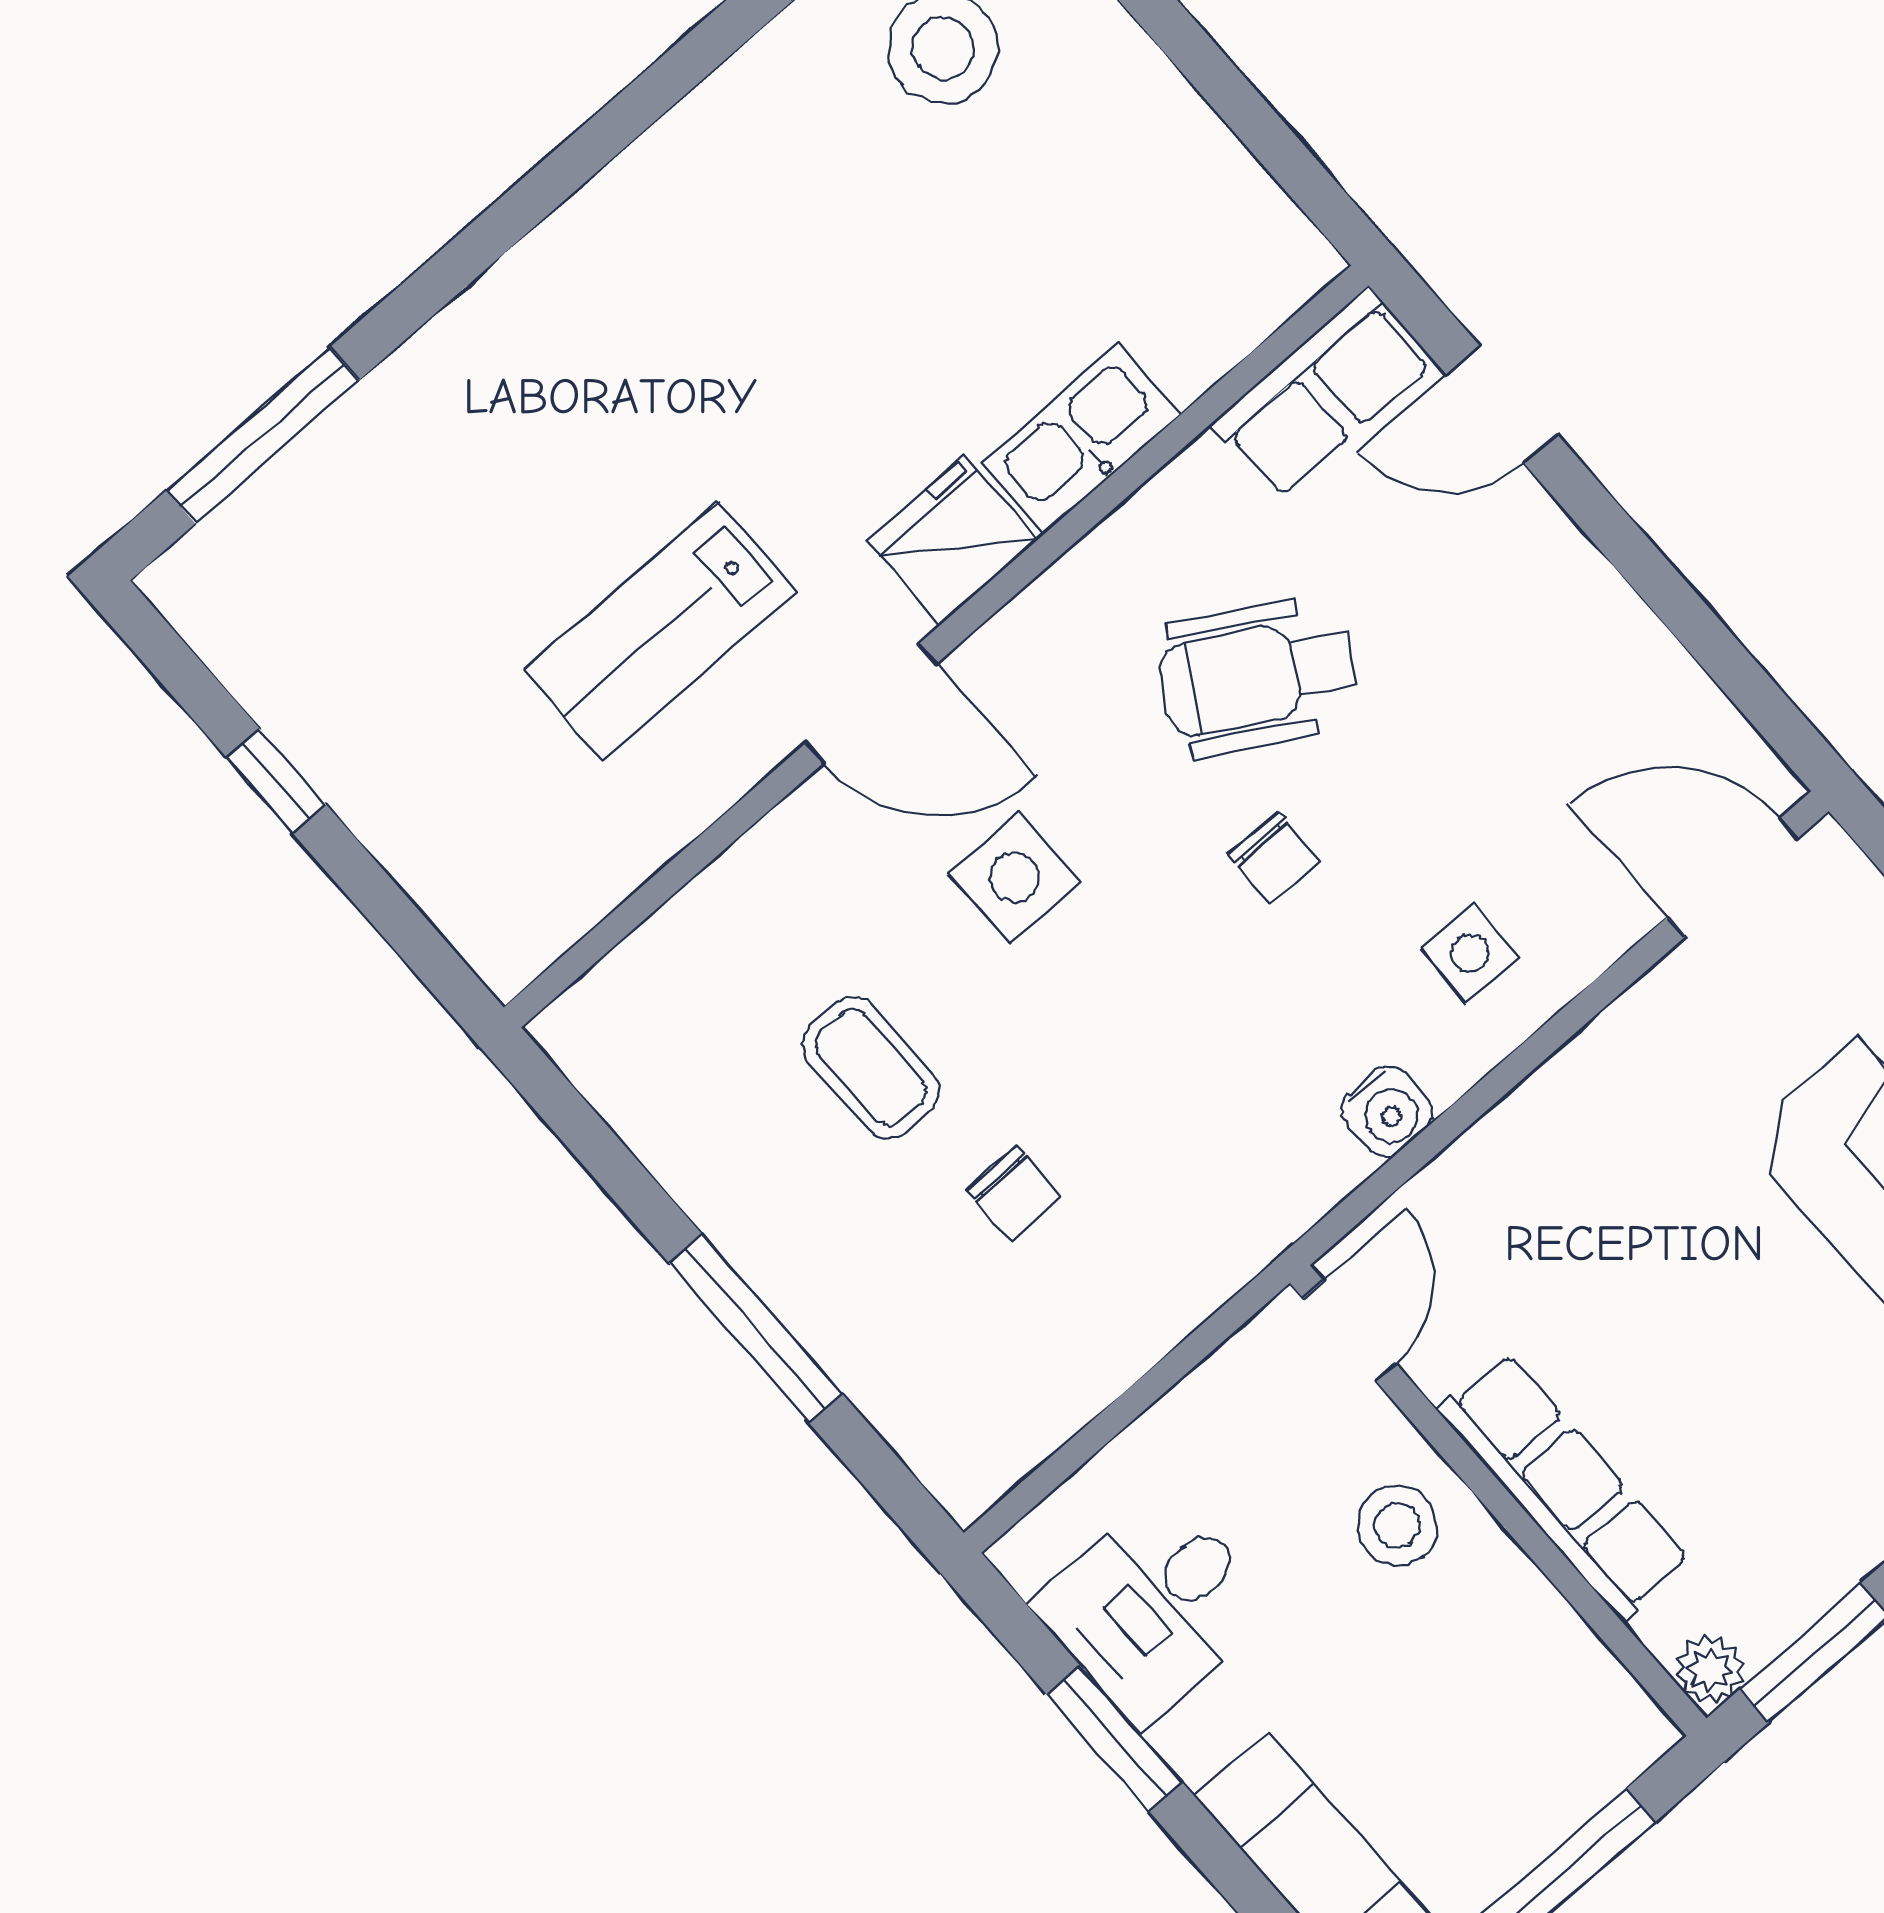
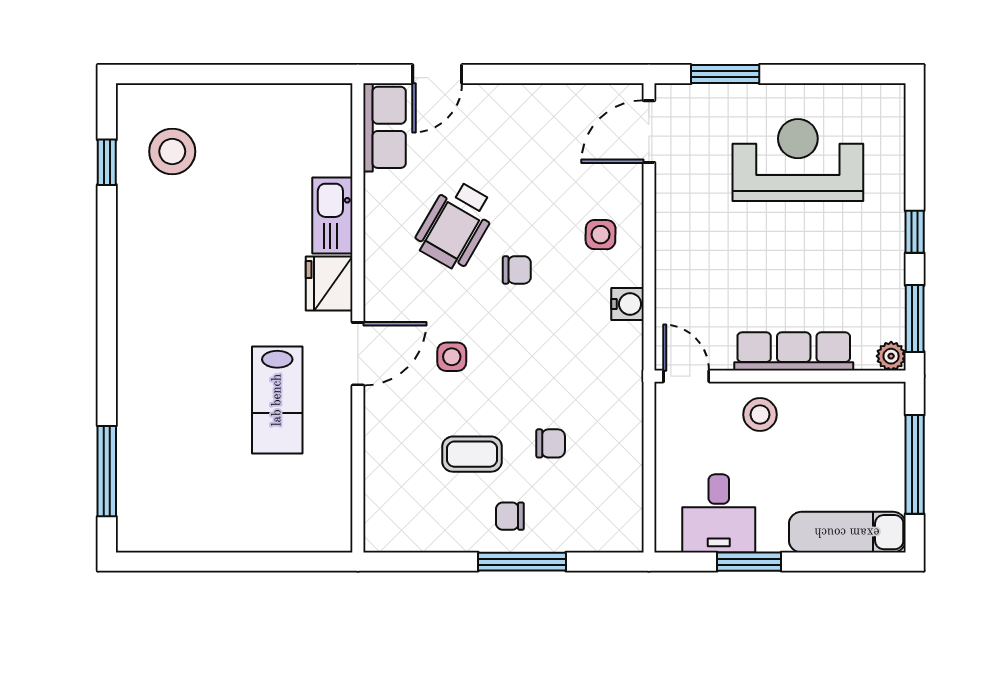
window: (276, 781) -> (219, 562), removed
side table: (1014, 877) -> (452, 357), width x0.73, depth x0.73
chair: (818, 1234) -> (510, 516), added

